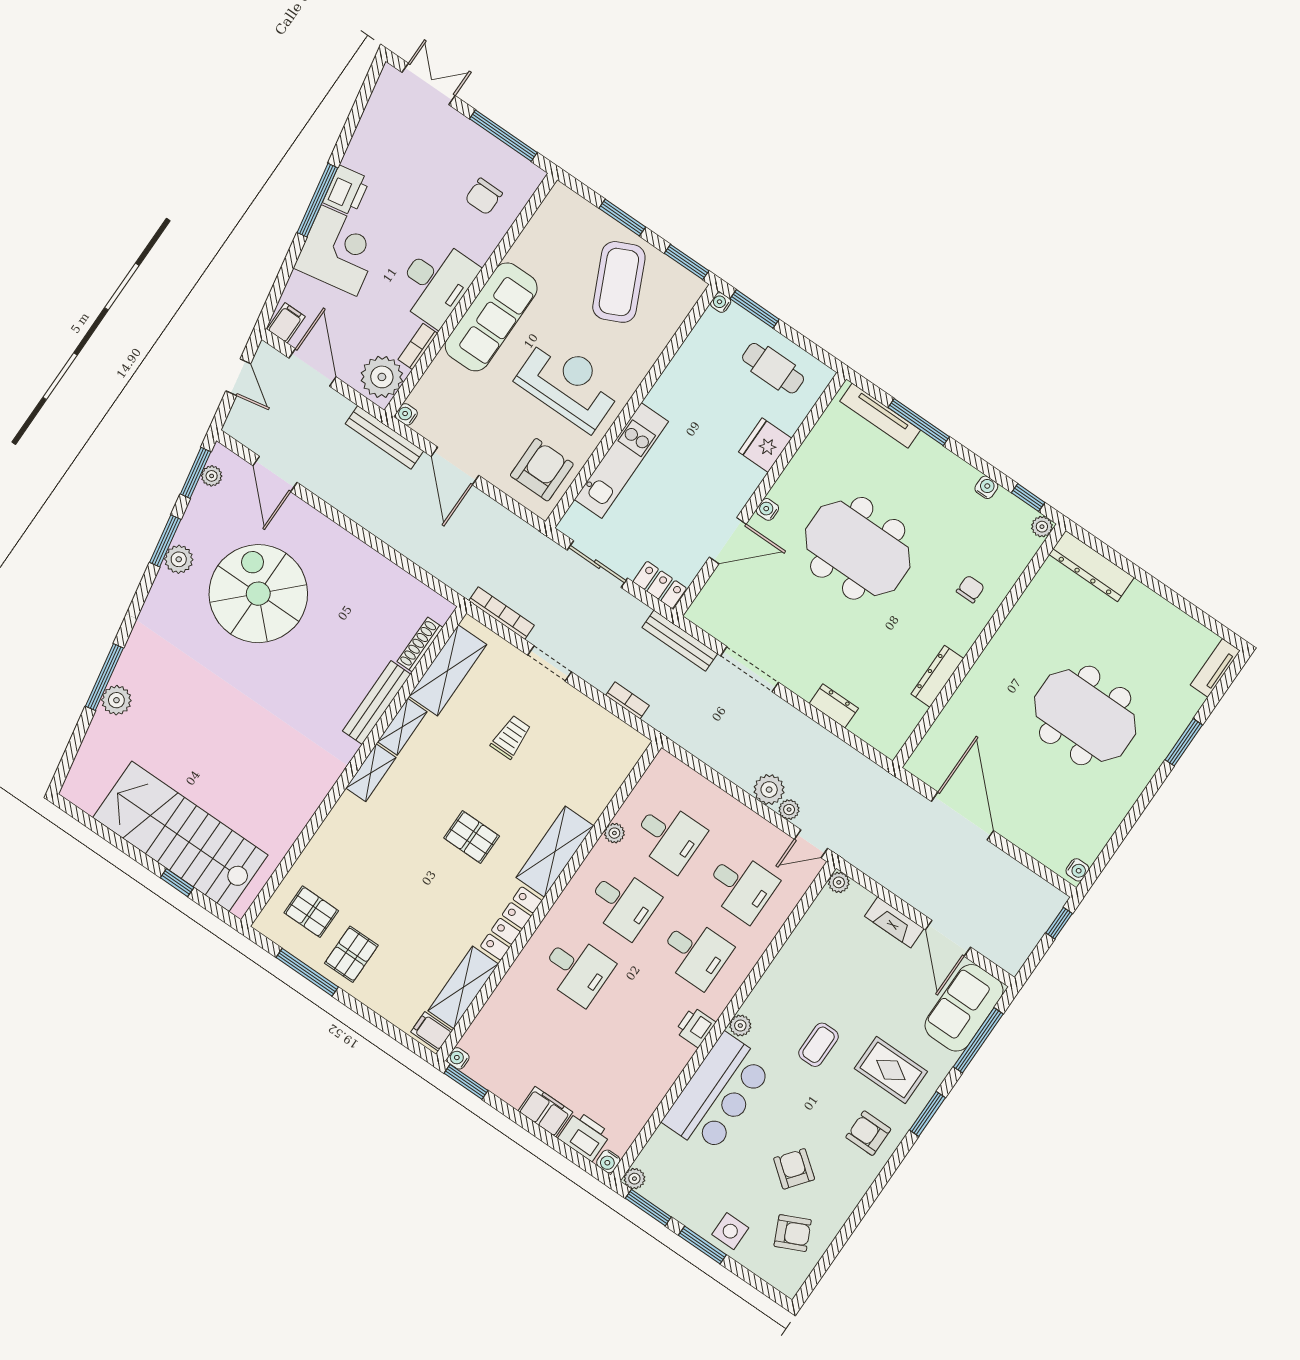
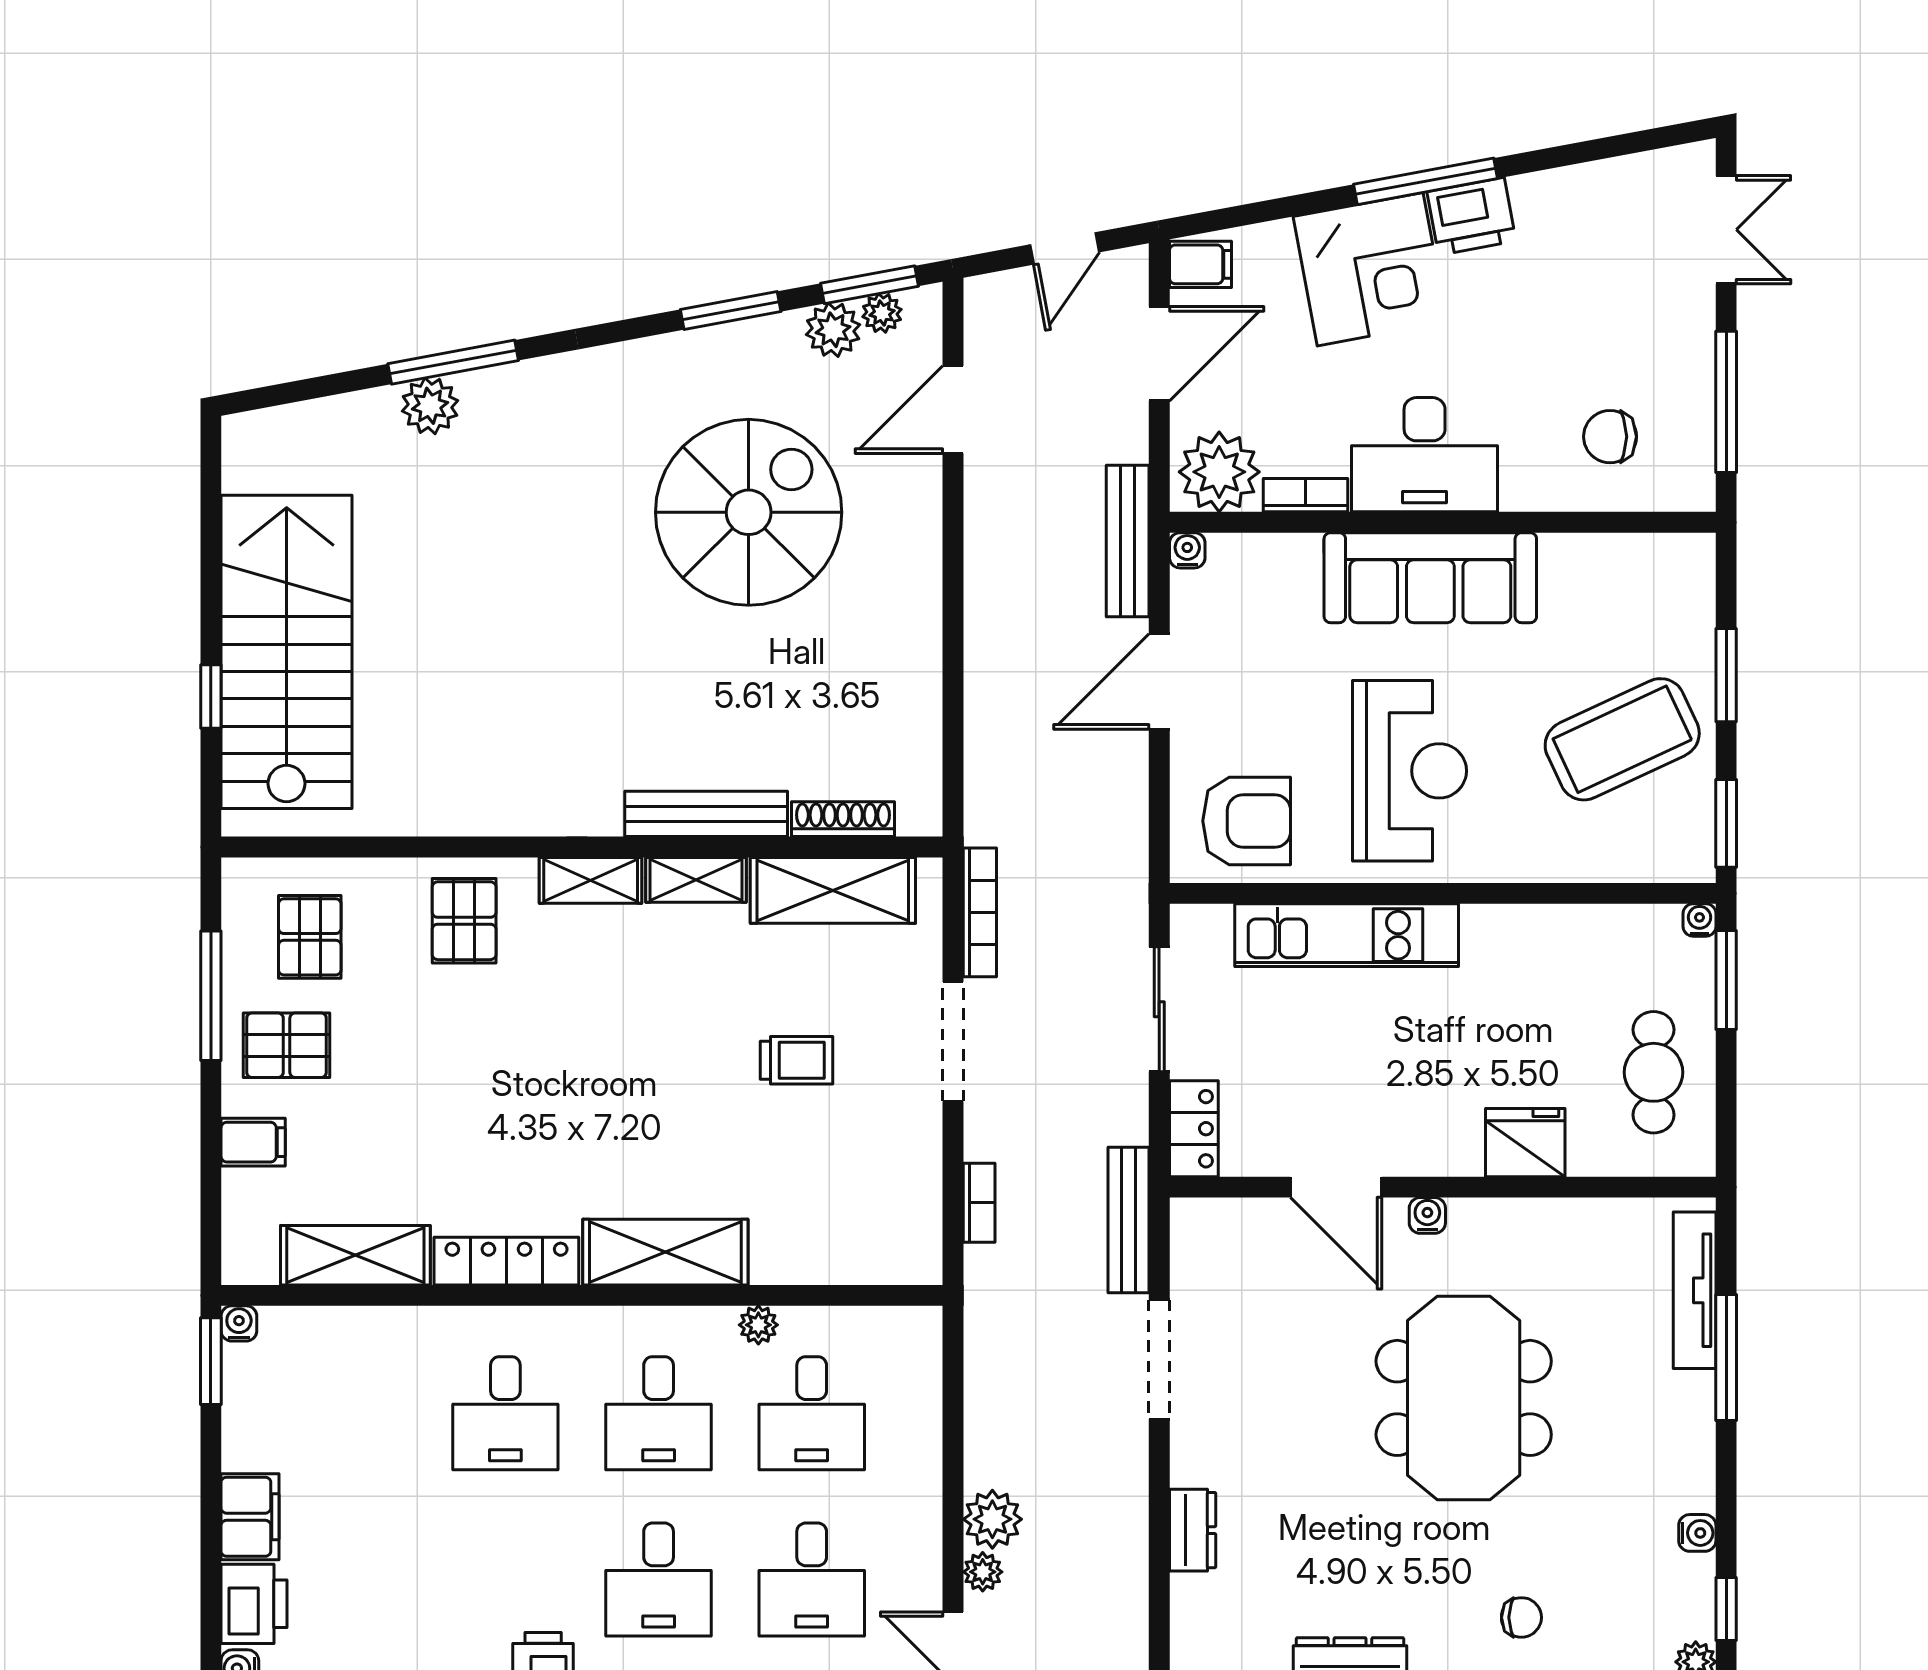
plant: (179, 559) -> (833, 330), moved
doorway: (550, 664) -> (953, 1042), width x1.38
pallet: (472, 837) -> (464, 921), moved
filing cabinet: (432, 1031) -> (253, 1142), moved, turned 90

